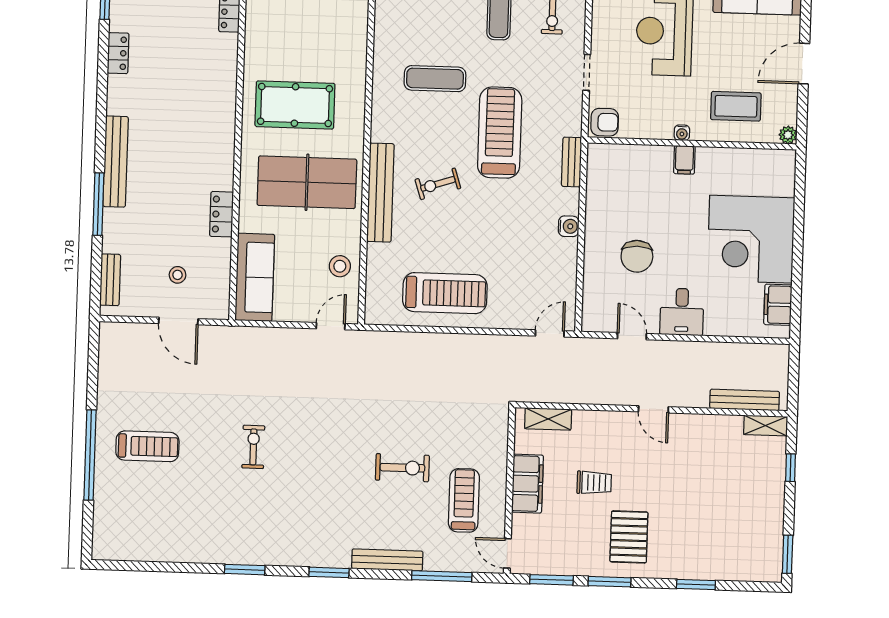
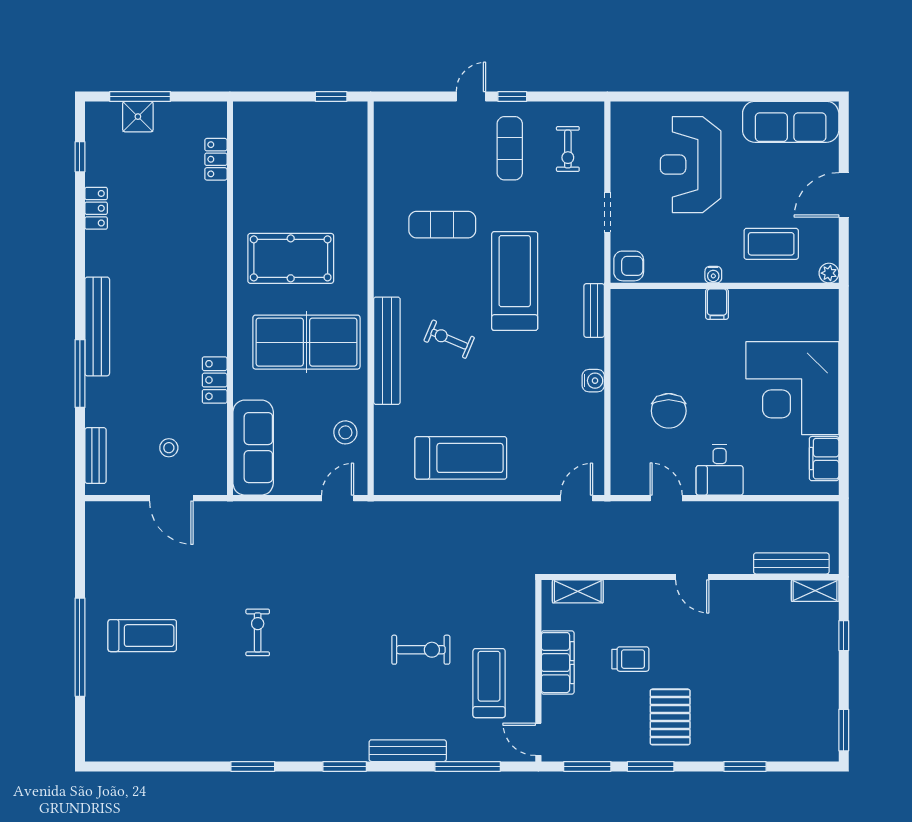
exercise bike: (438, 184) -> (449, 339), turned 41

